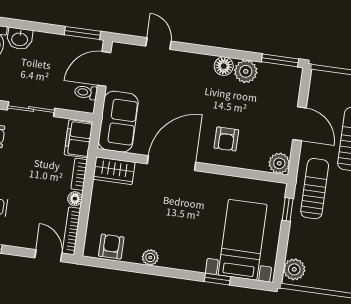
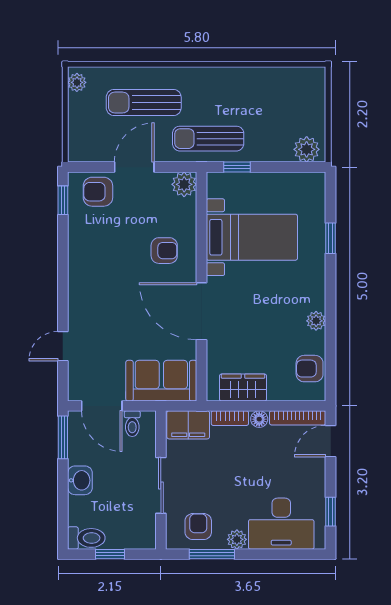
washbasin: (20, 39) -> (80, 480), moved
window: (280, 60) -> (63, 200), width x0.67
floor lamp: (224, 66) -> (79, 266), removed
plant: (246, 71) -> (81, 239), removed
armchair: (283, 91) -> (98, 192), added
wardrobe: (114, 171) -> (243, 388), moved, turned -90
bed with nightstands: (243, 240) -> (252, 237), moved, turned 180

